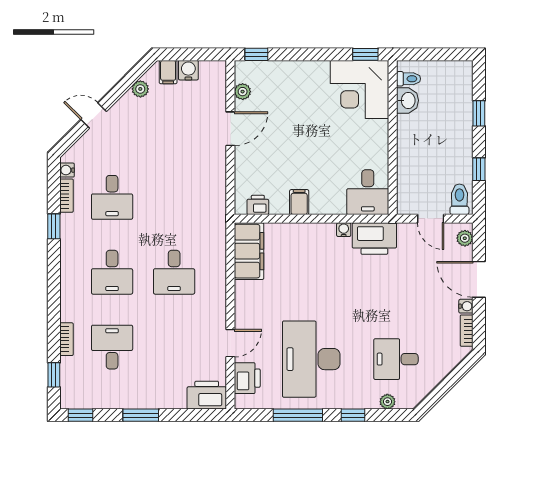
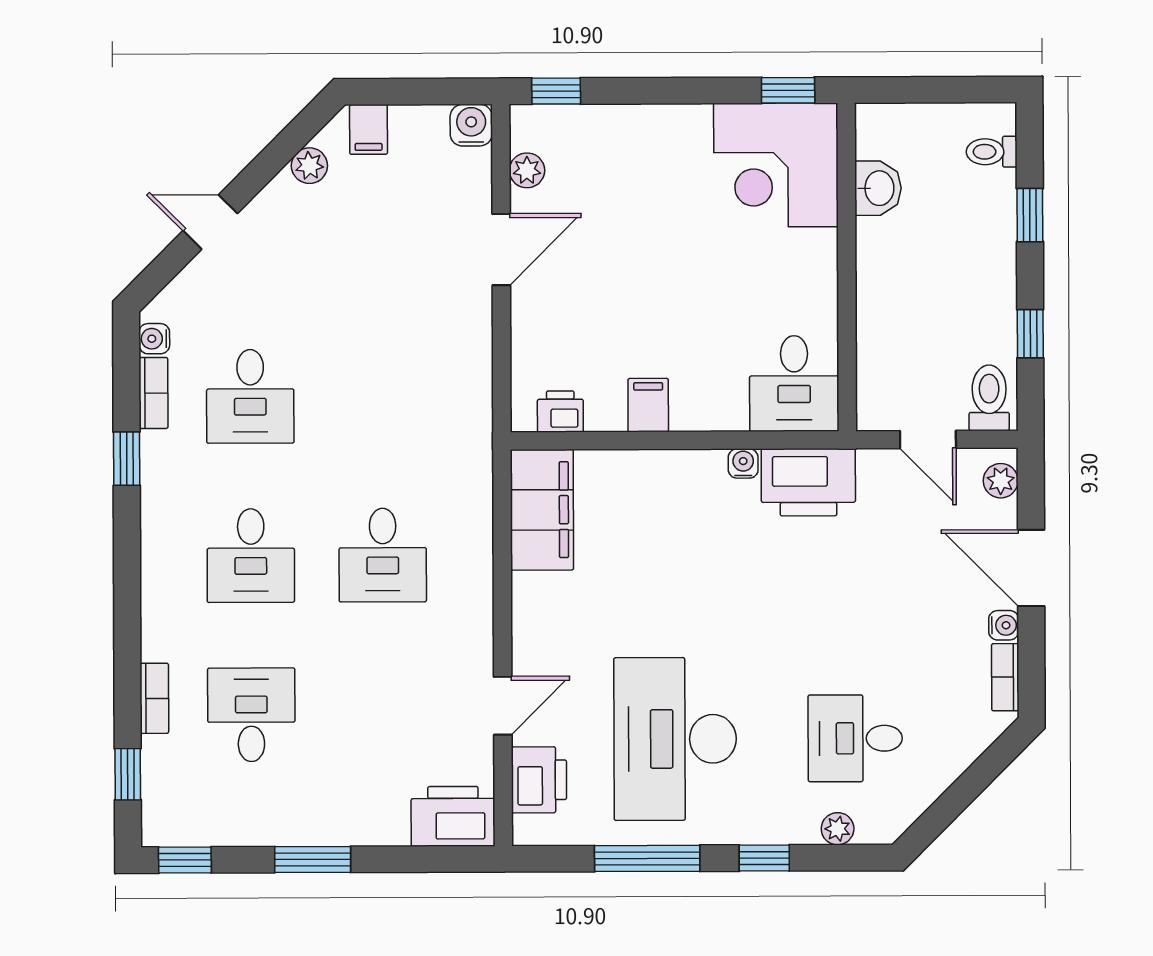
water cooler: (188, 70) -> (471, 125), moved
toilet: (409, 79) -> (992, 152), moved, turned 180

